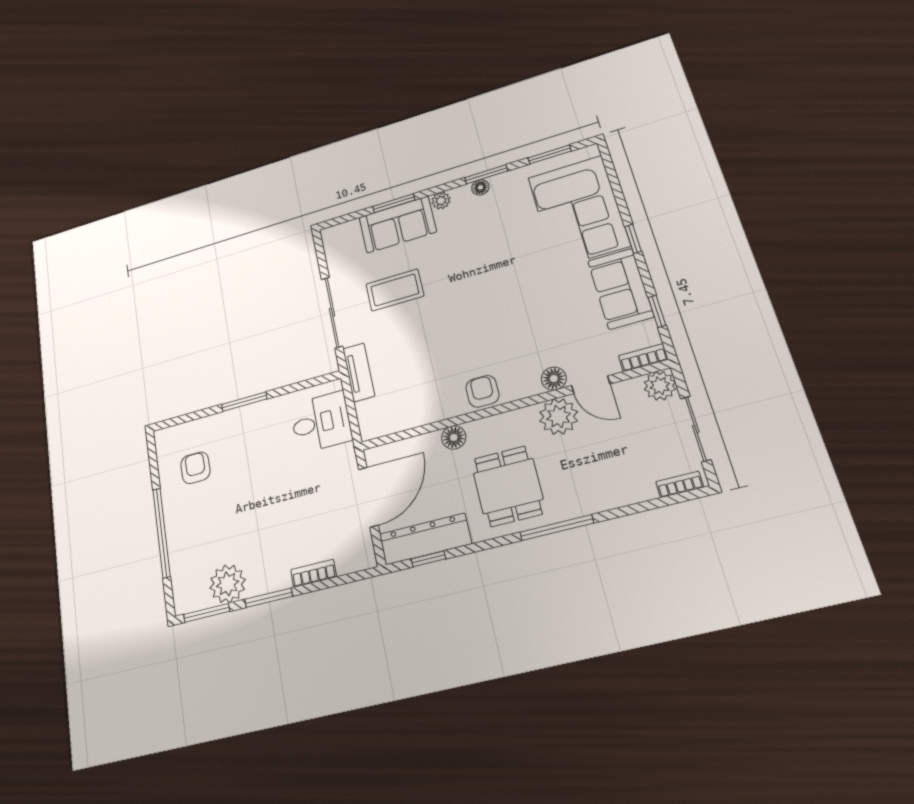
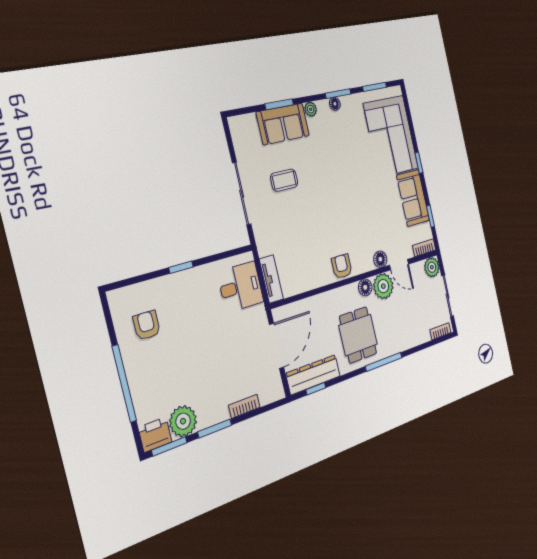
coffee table: (395, 290) -> (284, 180), width x0.73, depth x0.77
tv unit: (359, 372) -> (271, 279), moved
window: (244, 402) -> (181, 267), width x0.67
floor lamp: (454, 437) -> (365, 287), moved
printer: (191, 596) -> (155, 435), added

